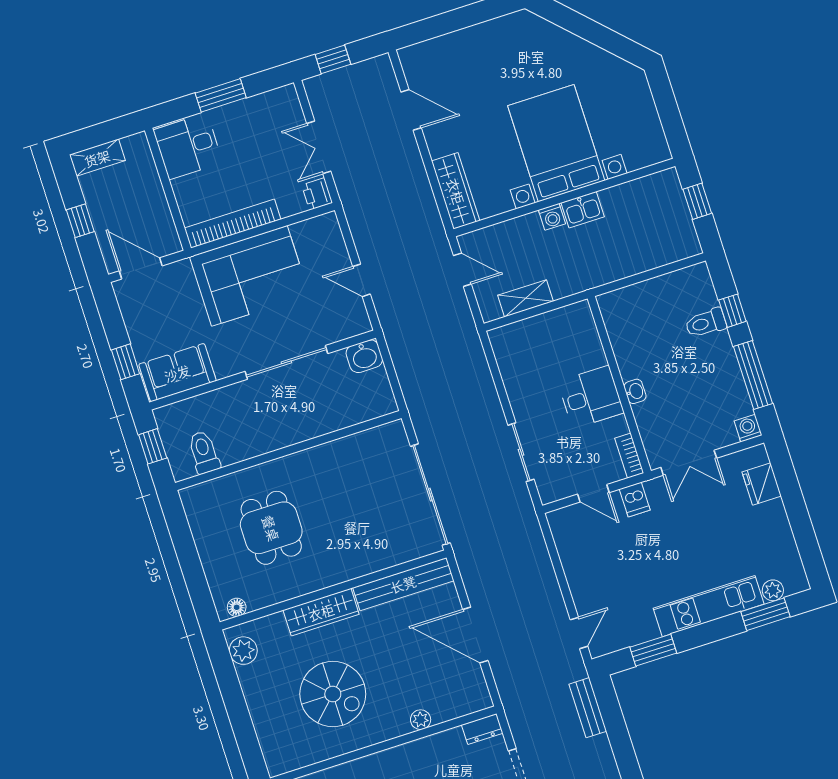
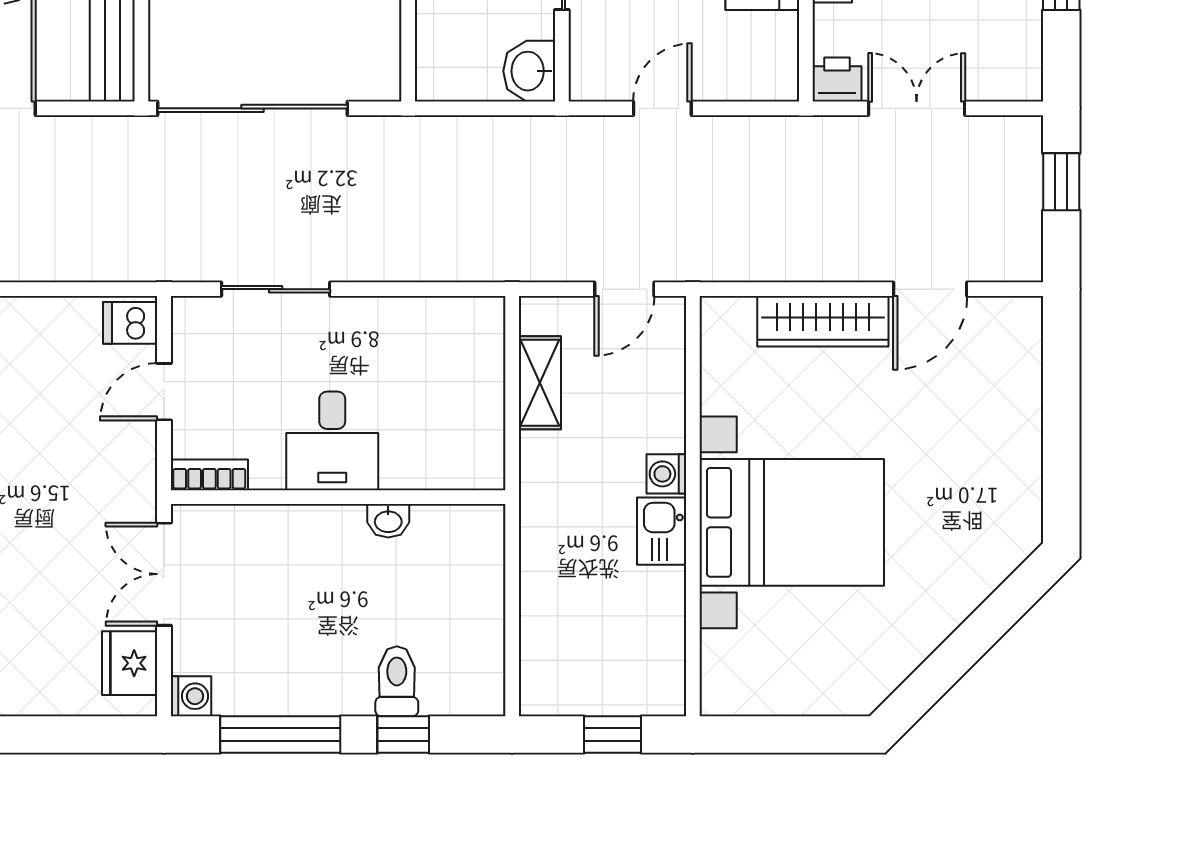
wardrobe: (456, 191) -> (823, 321), moved
washbasin: (635, 391) -> (388, 521), moved
fridge: (762, 484) -> (130, 663), moved, turned -90
dishwasher: (635, 500) -> (130, 323), moved

